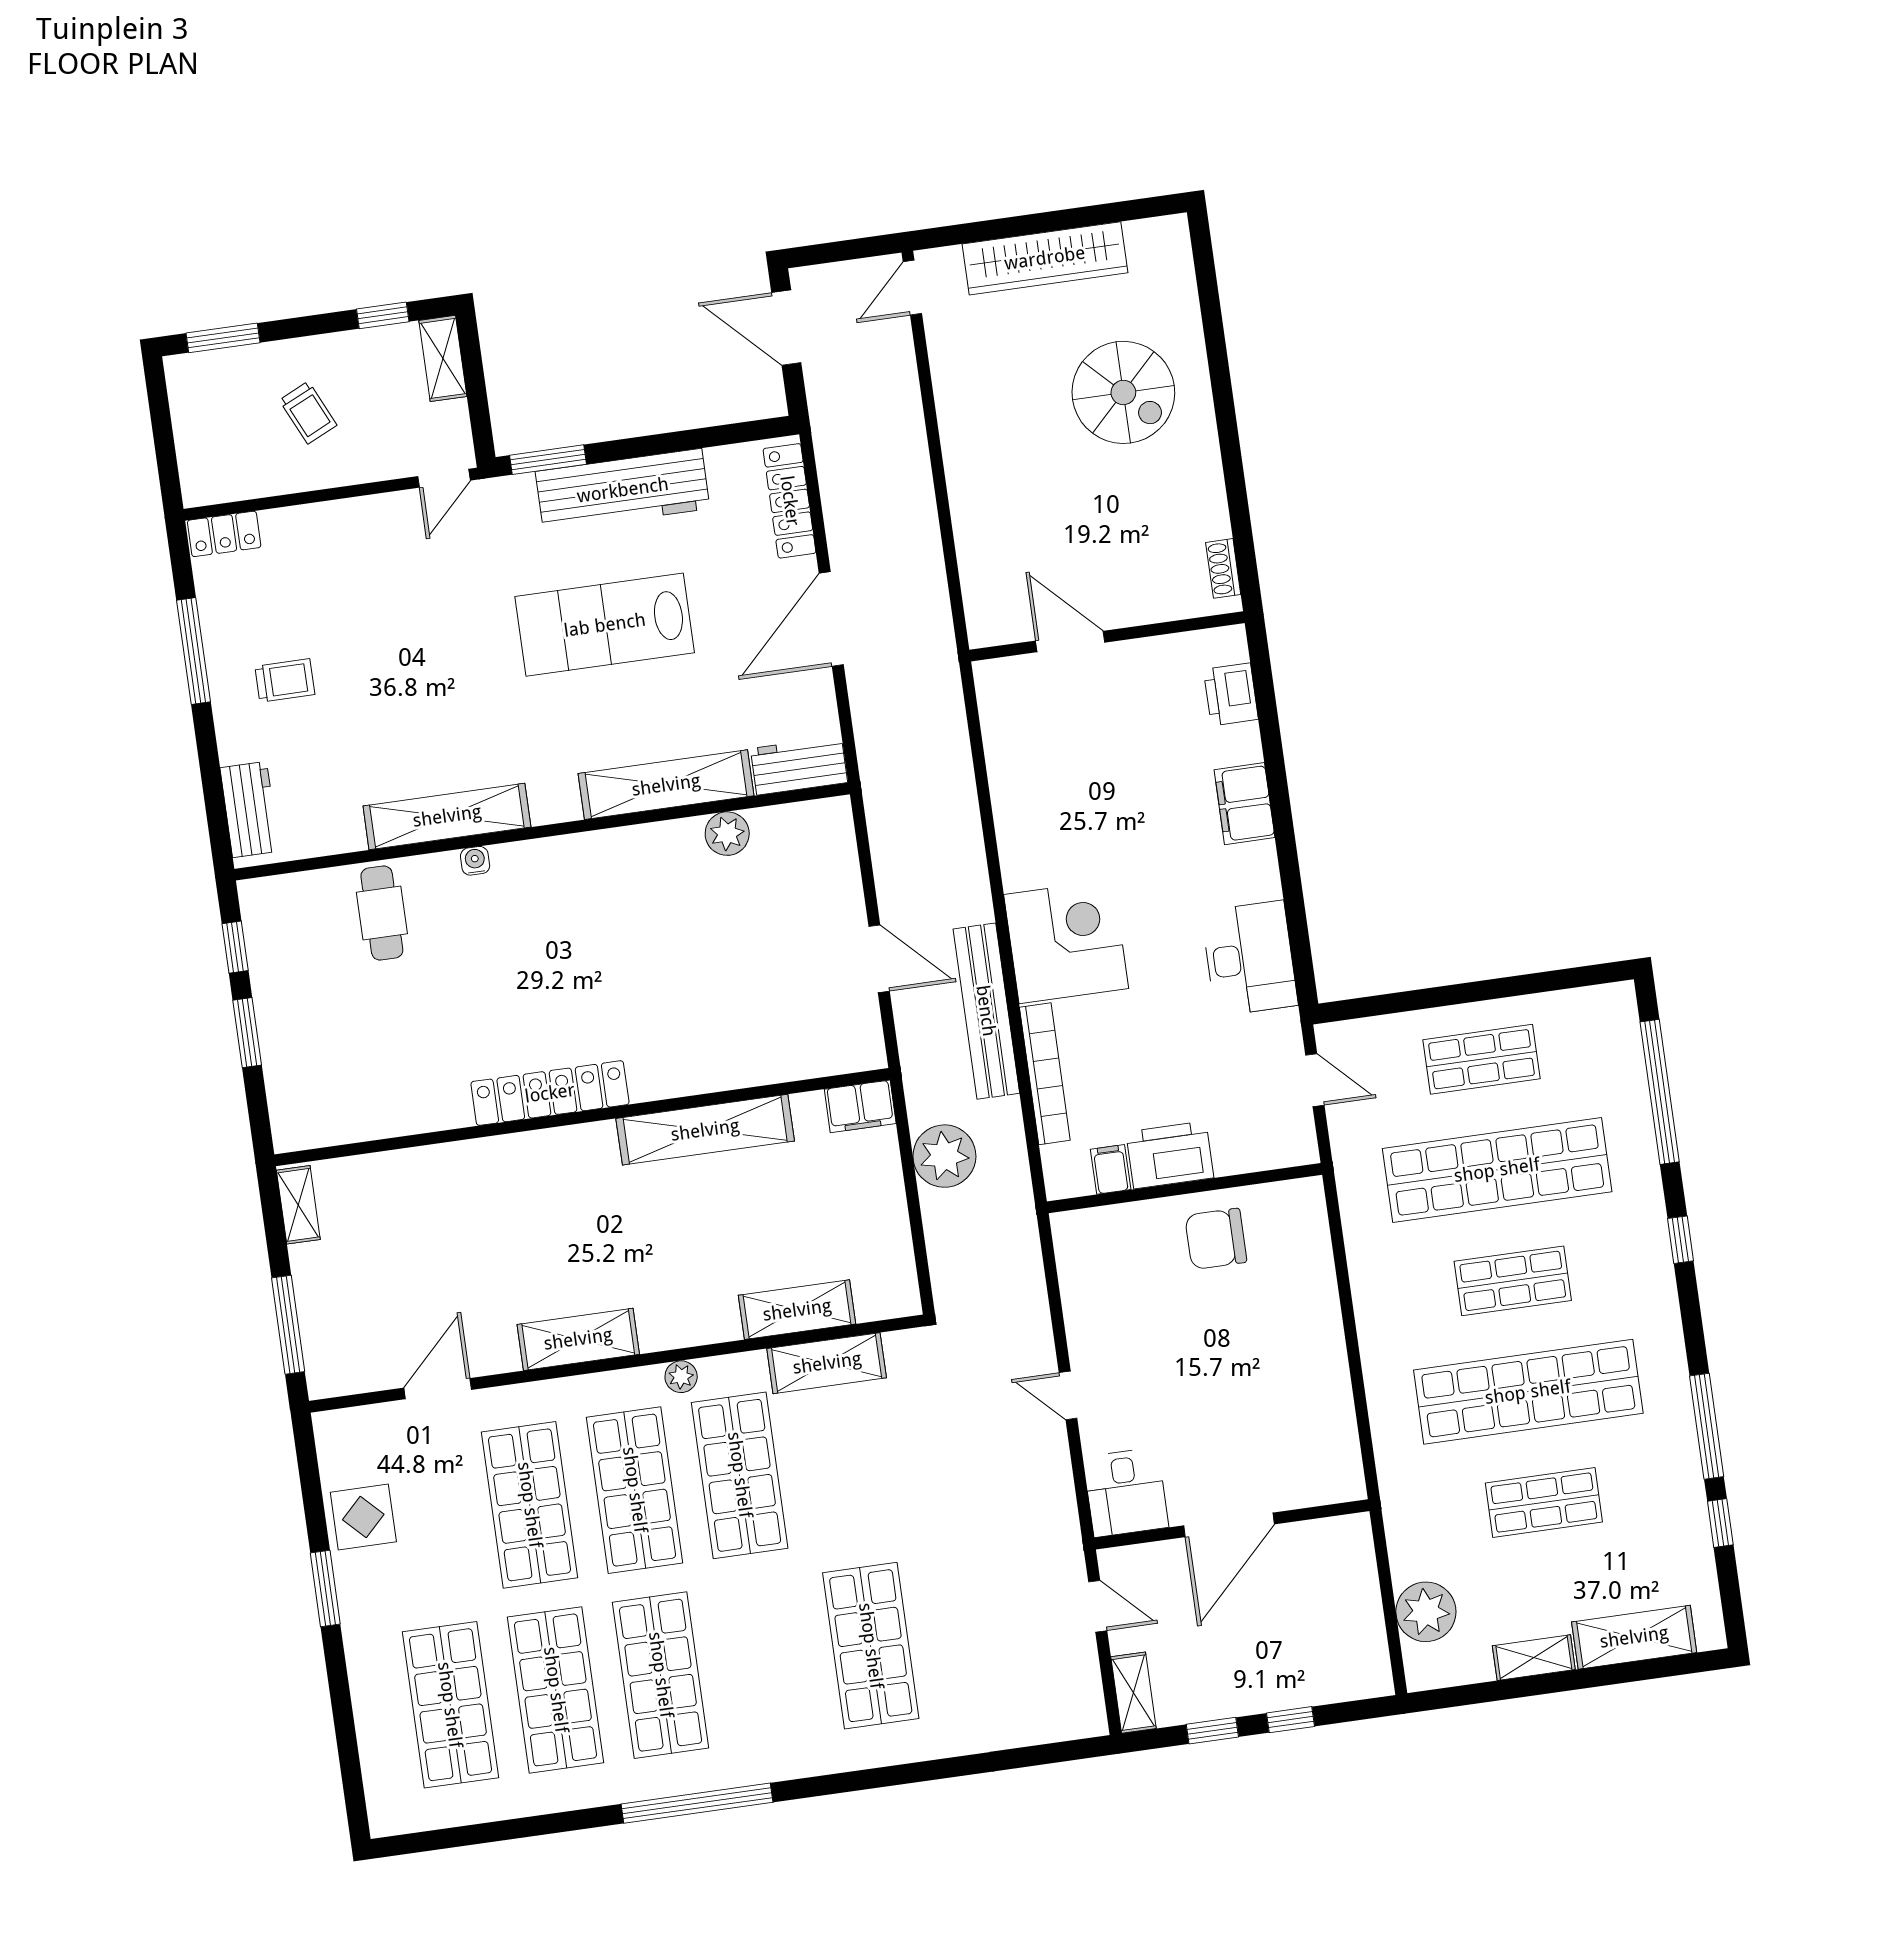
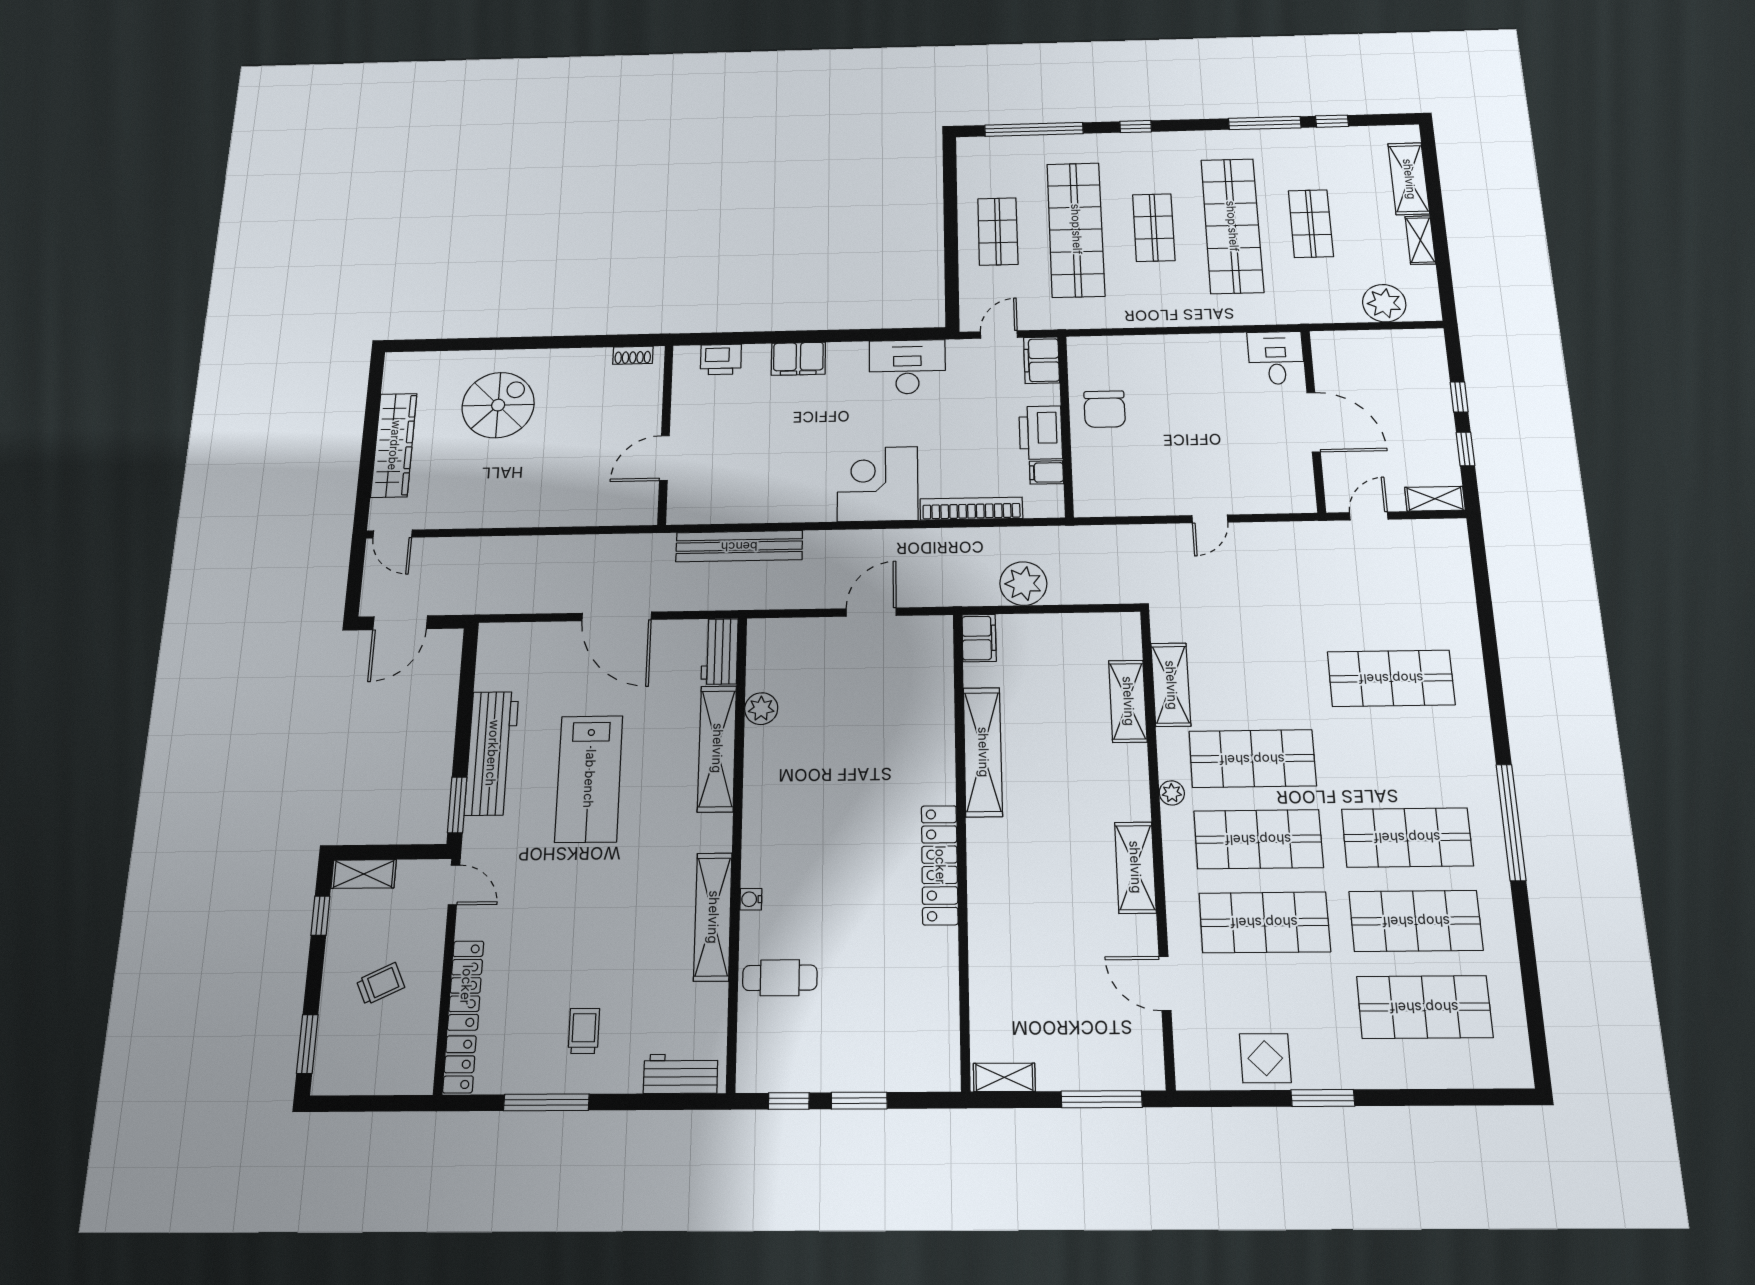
locker: (790, 501) -> (466, 985), moved, turned -90
bench: (986, 1011) -> (739, 546), moved
filing cabinet: (1281, 1144) -> (1042, 360), added
desk: (1126, 1492) -> (1276, 358), moved, turned -90

